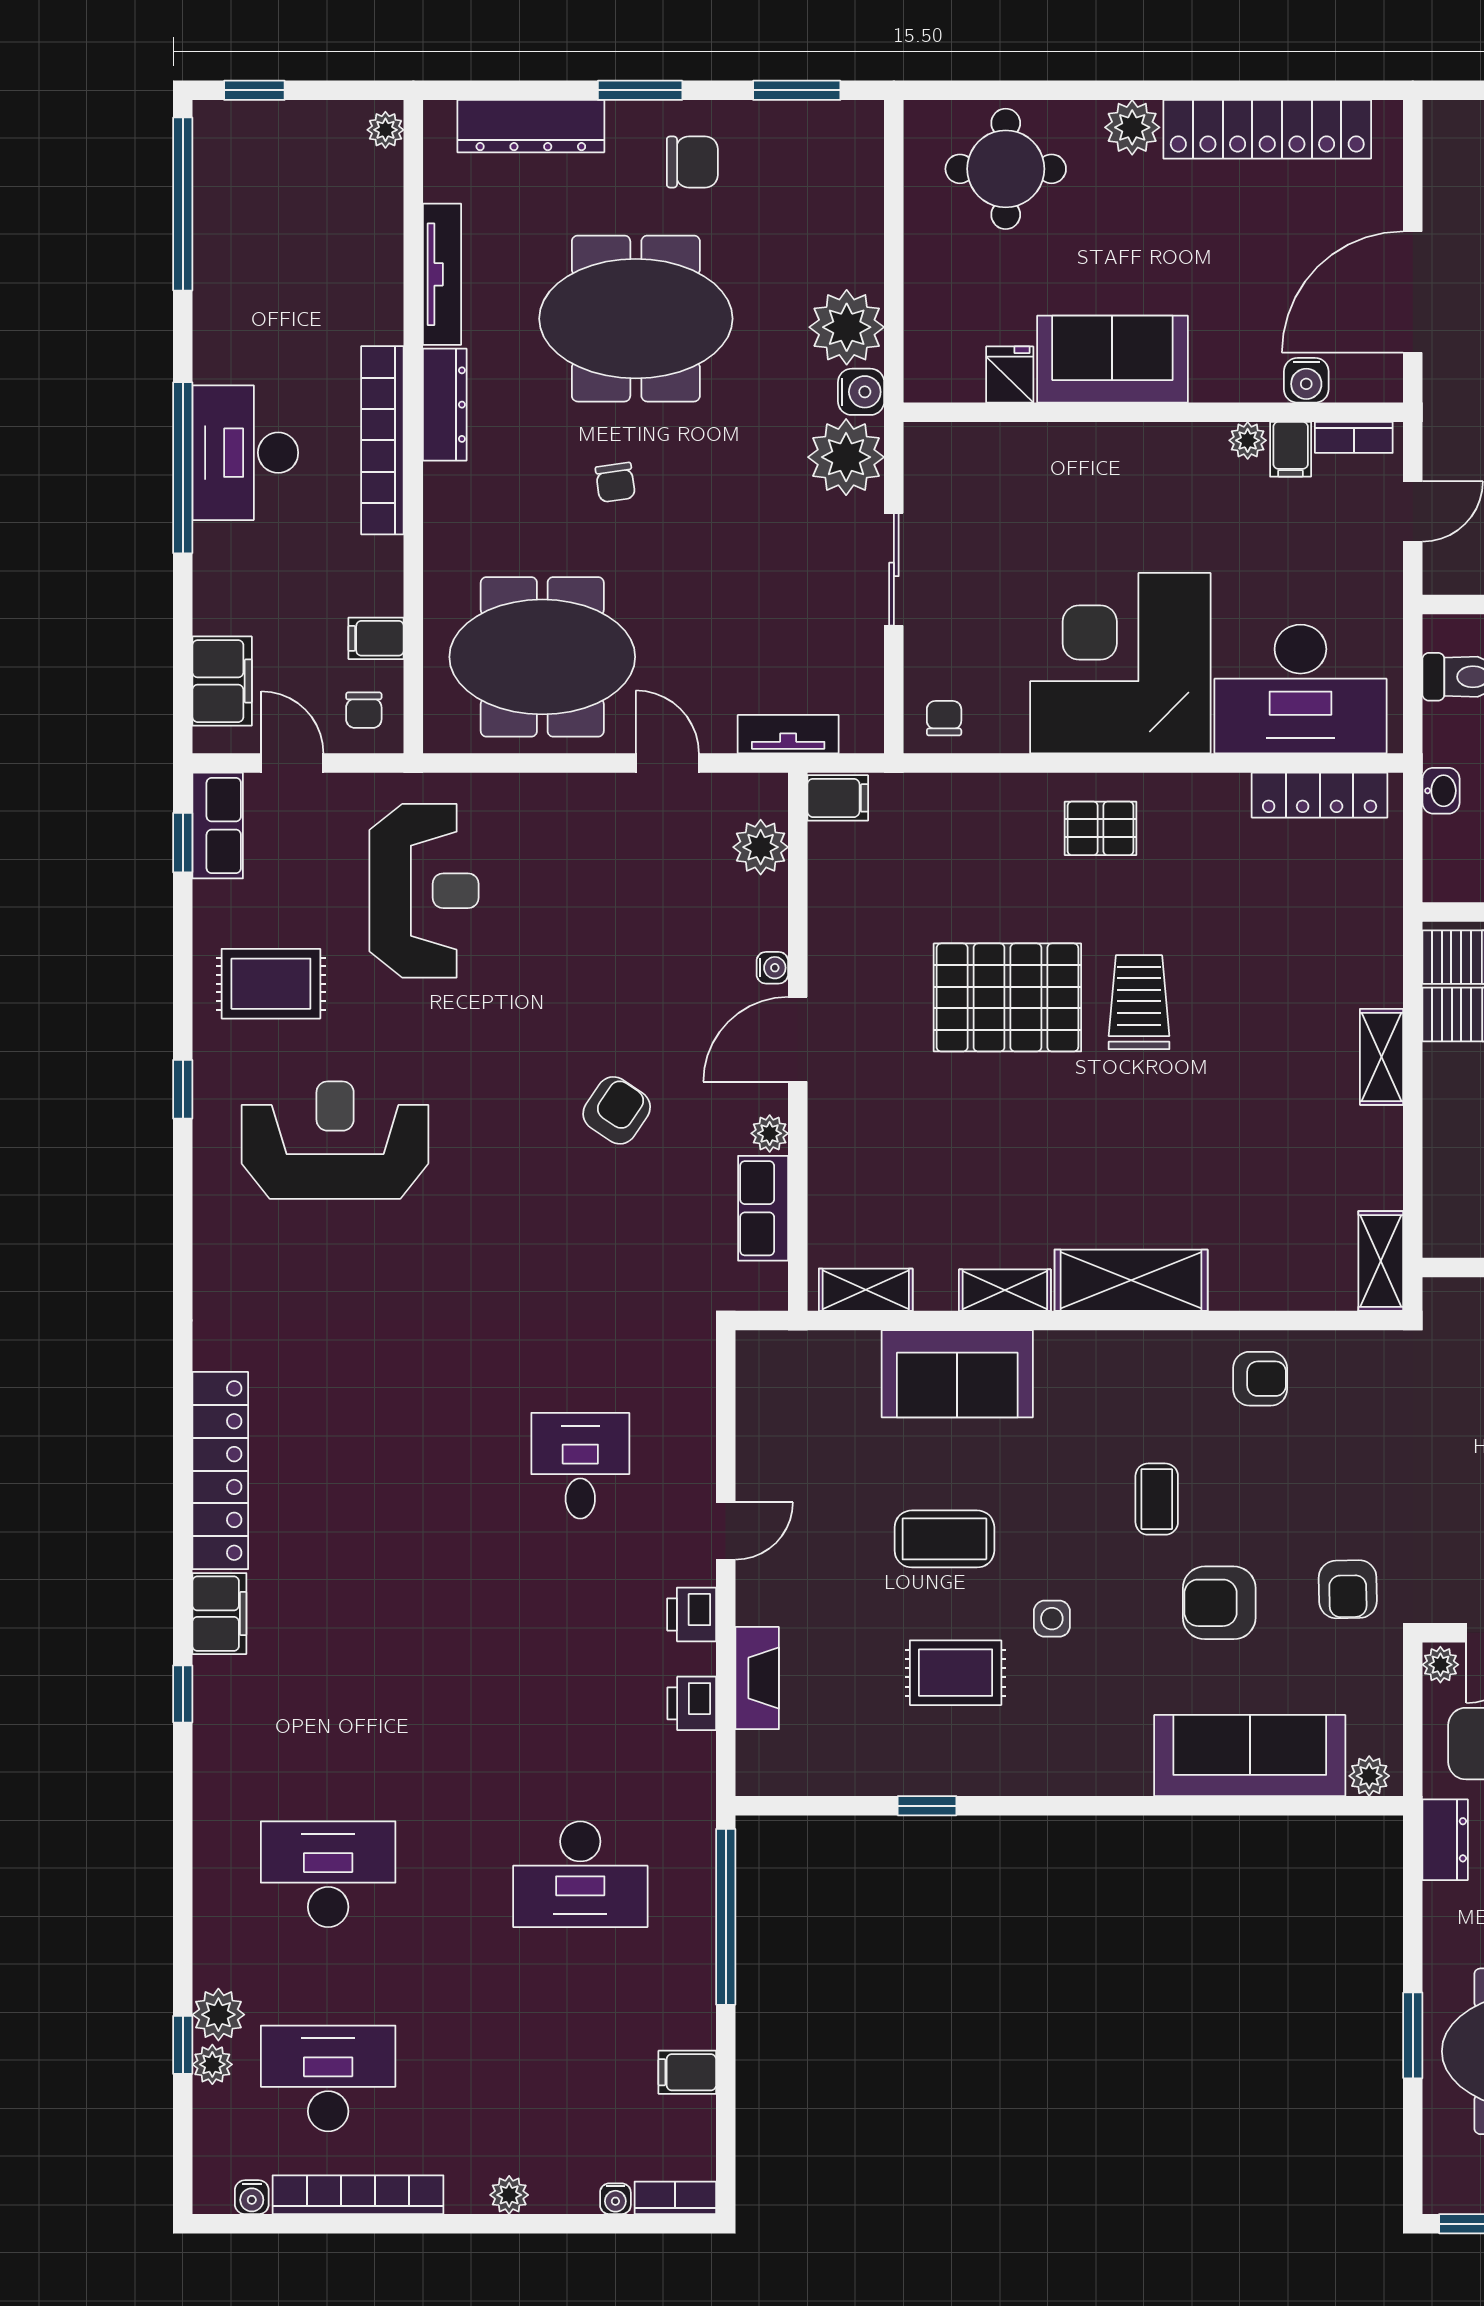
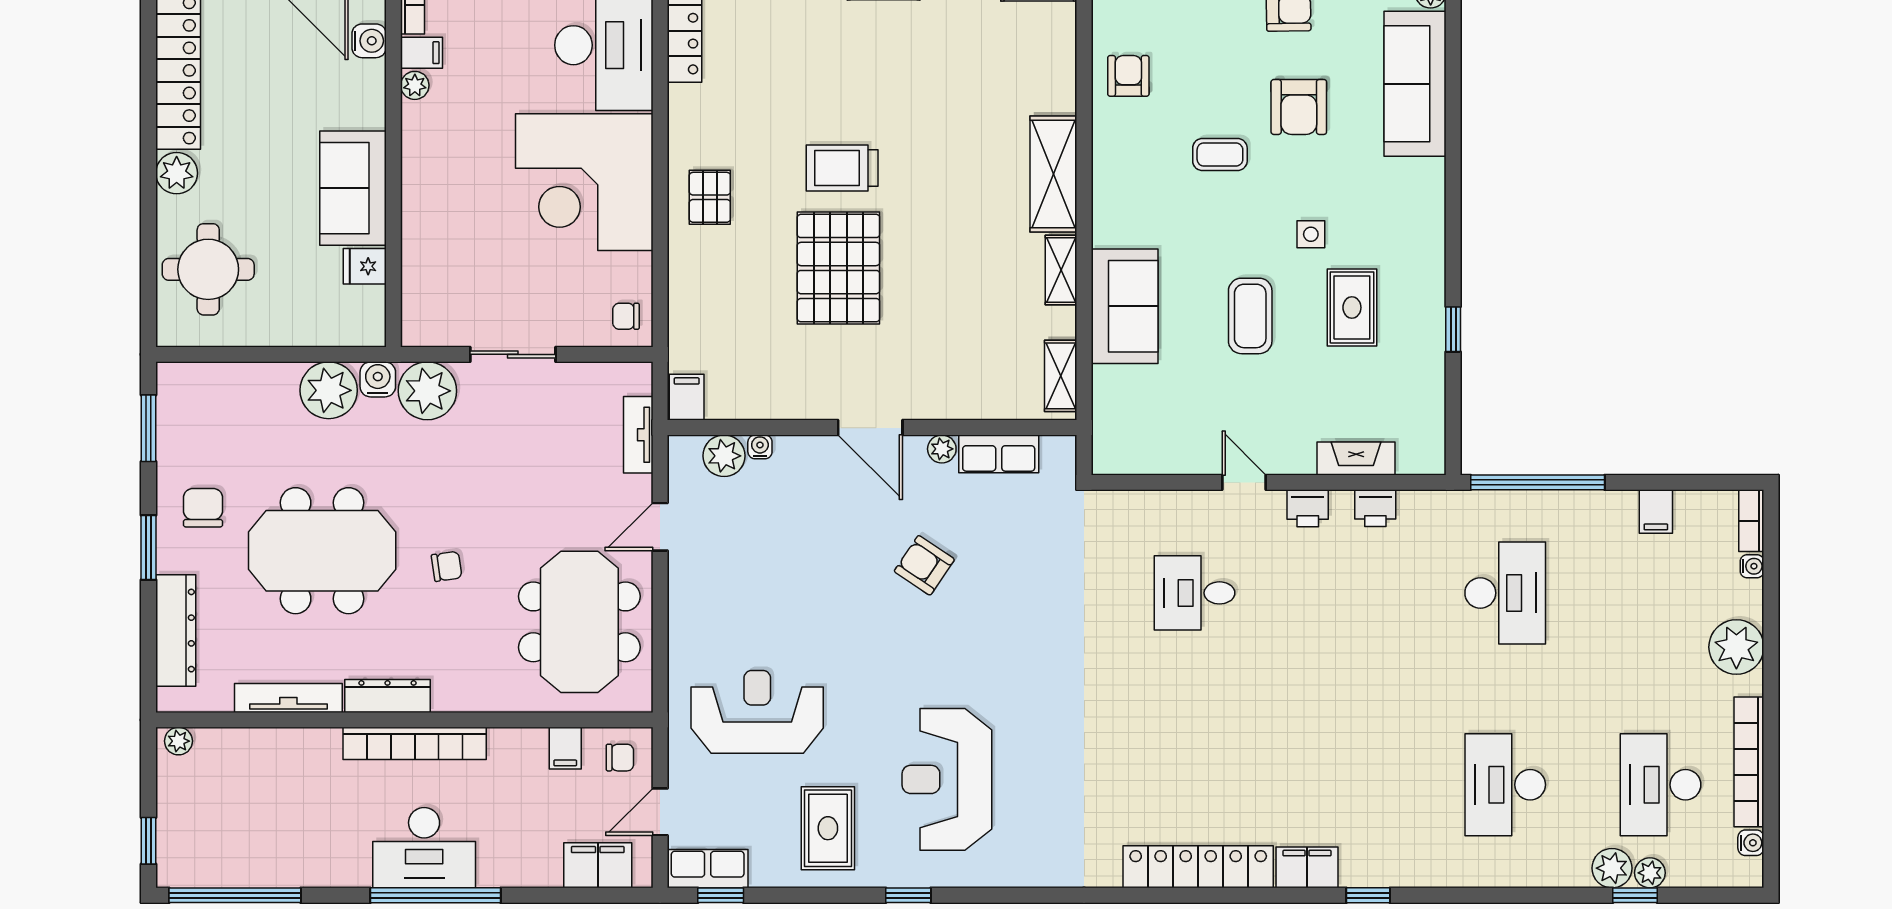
meeting table: (636, 319) -> (322, 551), turned 90
water cooler: (772, 968) -> (760, 447), moved
plant: (509, 2195) -> (1736, 647), width x1.88, depth x1.88

